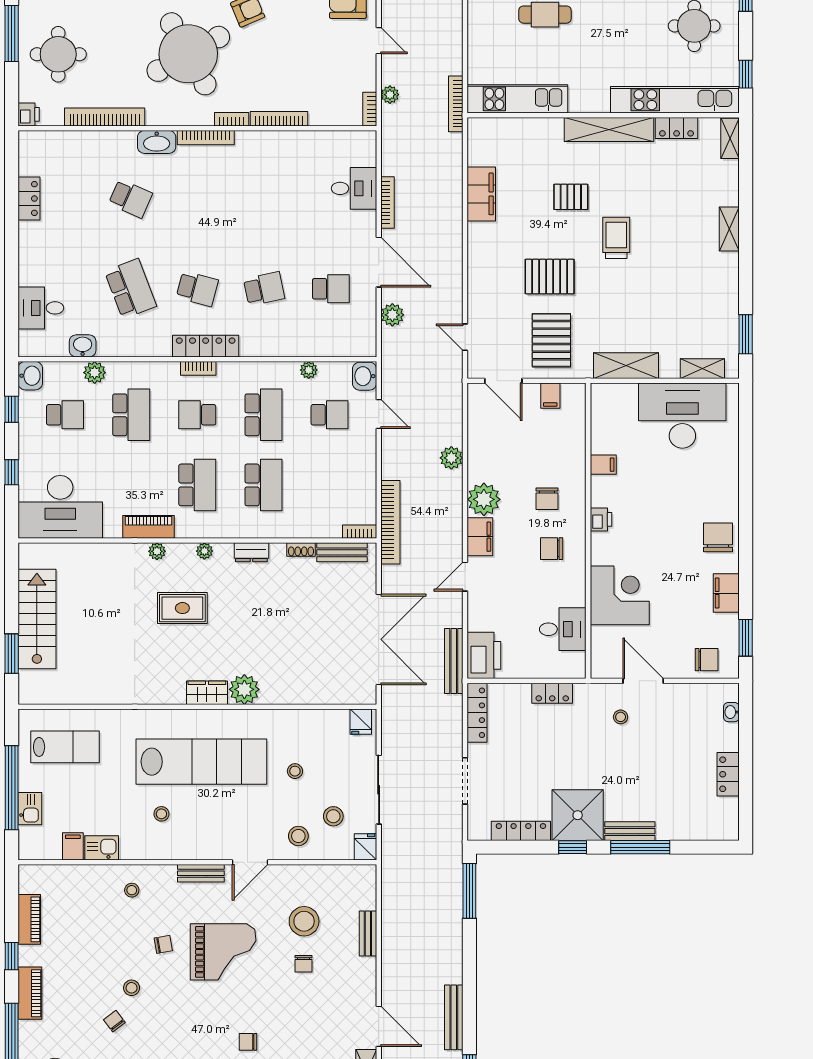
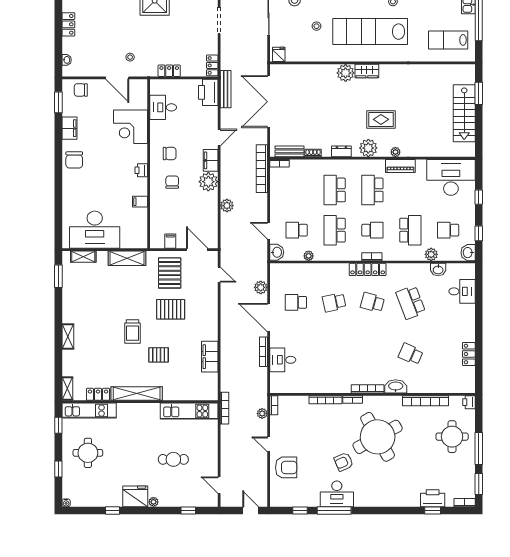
kitchen unit: (675, 100) -> (89, 411), width x0.73
school desk: (131, 415) -> (410, 230), turned 180
plant: (204, 551) -> (368, 148), width x1.88, depth x1.88
locker: (477, 713) -> (212, 65), width x0.66

